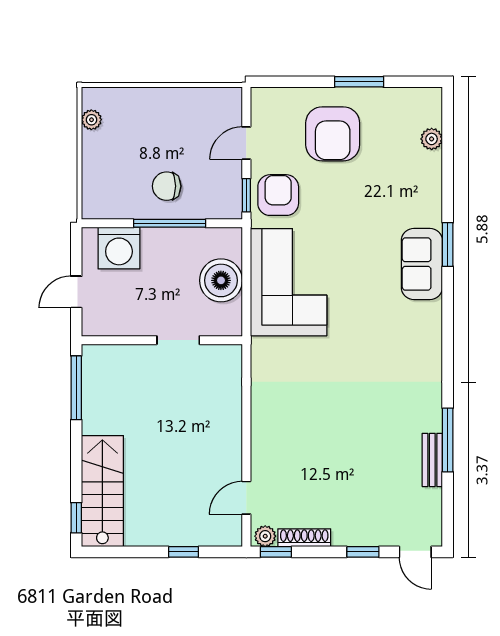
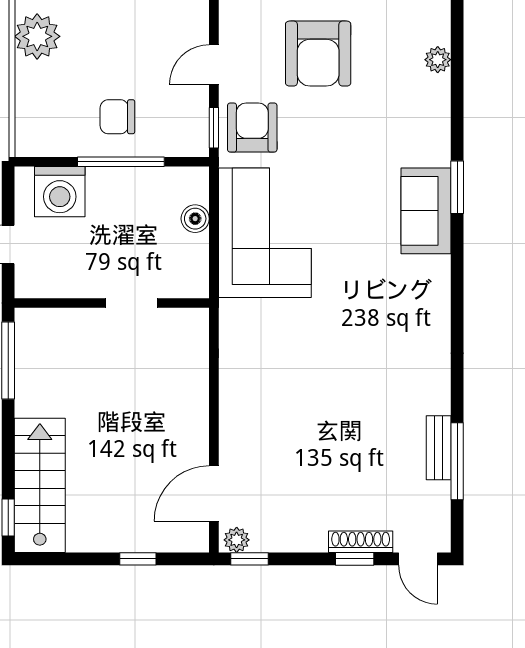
plant: (91, 120) -> (37, 36), width x1.88, depth x1.88
boiler: (221, 280) -> (195, 219), width x0.54, depth x0.54
window: (448, 440) -> (457, 461), moved
door: (246, 498) -> (214, 493), width x1.37
shoe rack: (304, 538) -> (361, 542), moved

